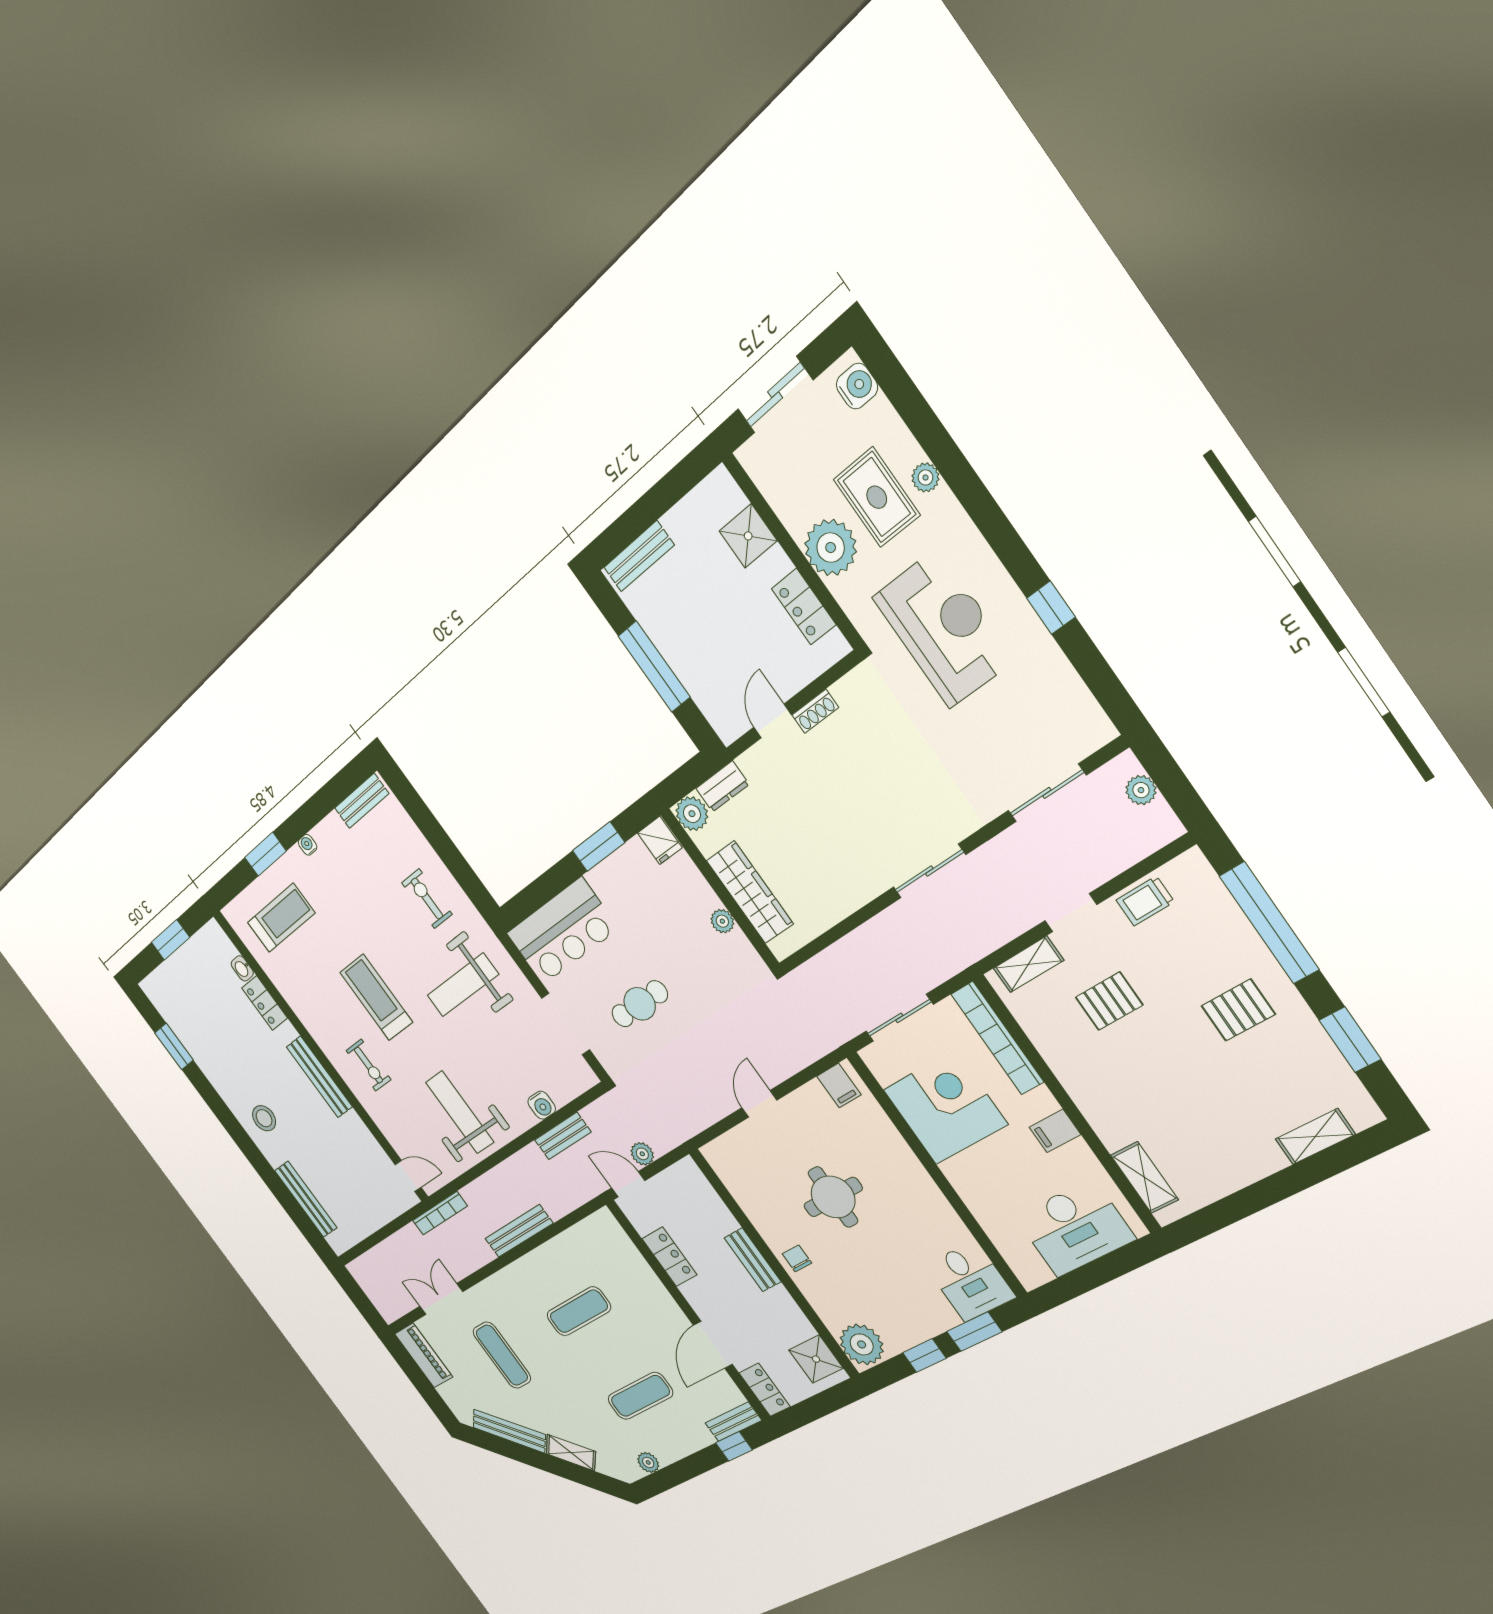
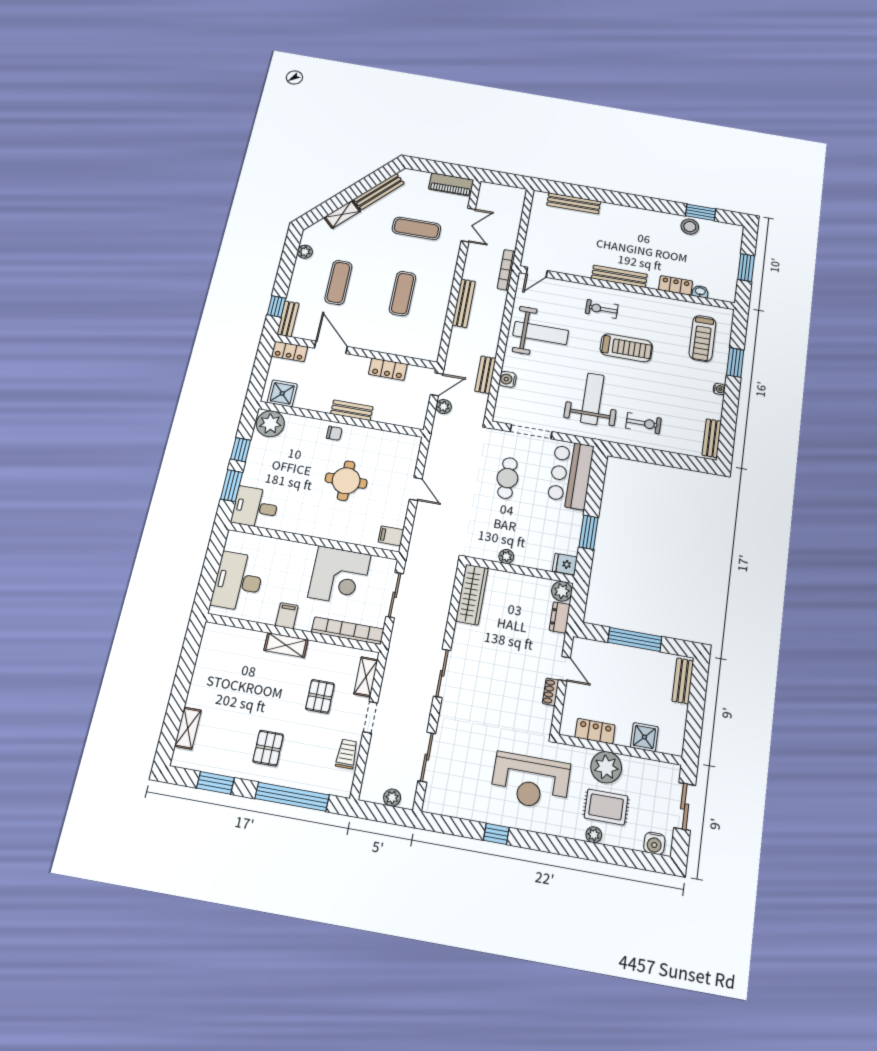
wardrobe: (750, 892) -> (472, 594), moved, turned -90
stool: (264, 1118) -> (690, 227), moved
shelving: (1144, 1178) -> (286, 645), moved

